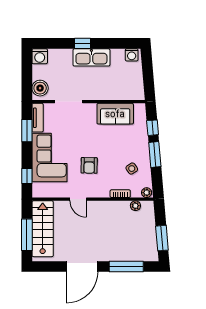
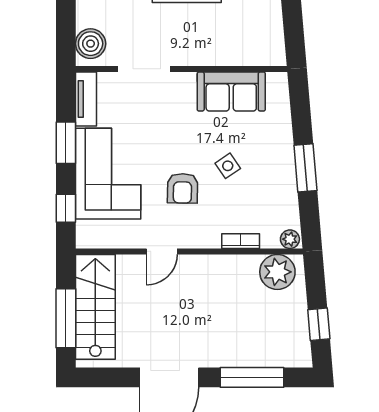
window: (153, 128) -> (301, 118), removed
window: (27, 131) -> (66, 143), moved
side table: (132, 169) -> (228, 166), moved
door: (78, 199) -> (162, 251), hinge flipped
plant: (135, 206) -> (277, 272), width x1.87, depth x1.87
window: (162, 238) -> (319, 324), width x0.67

